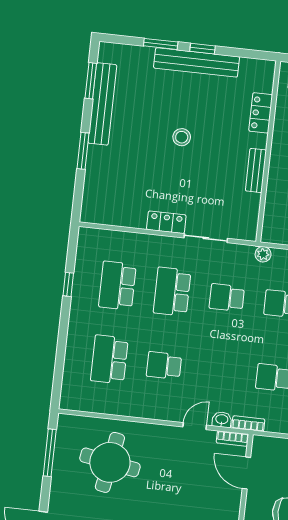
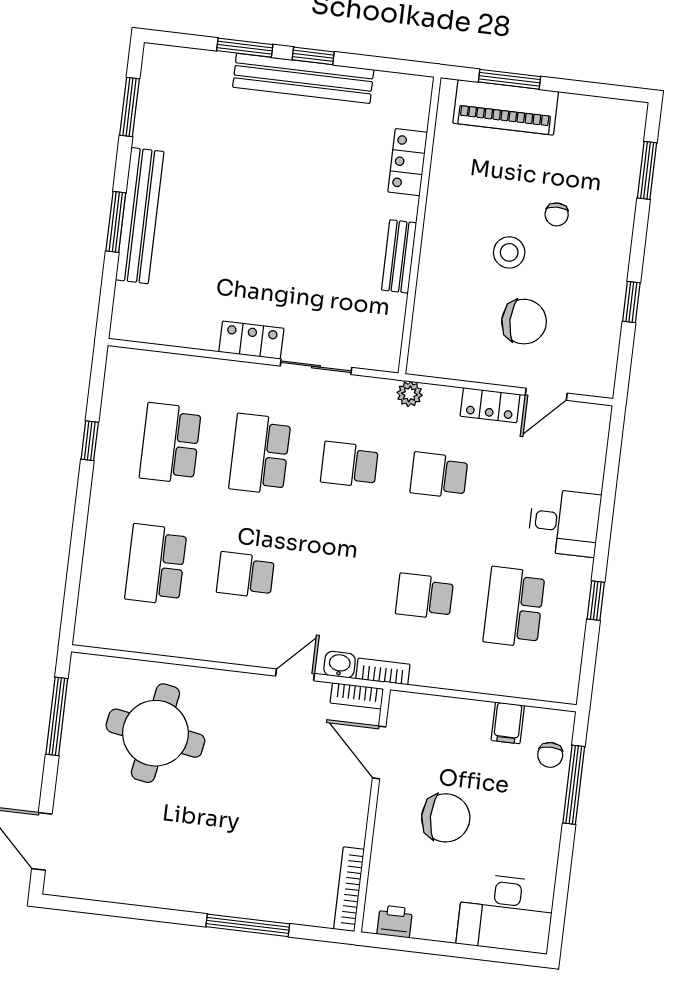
bench: (102, 104) -> (140, 216), moved
stool: (182, 137) -> (278, 201), removed

